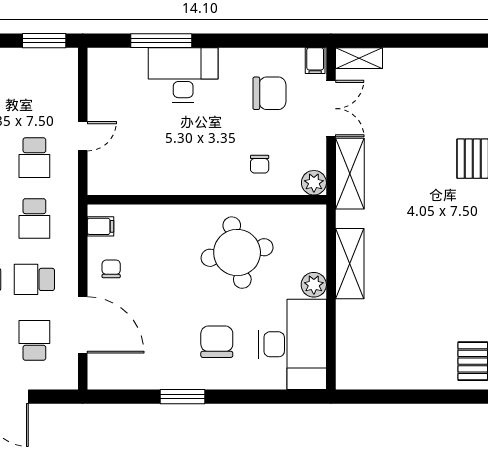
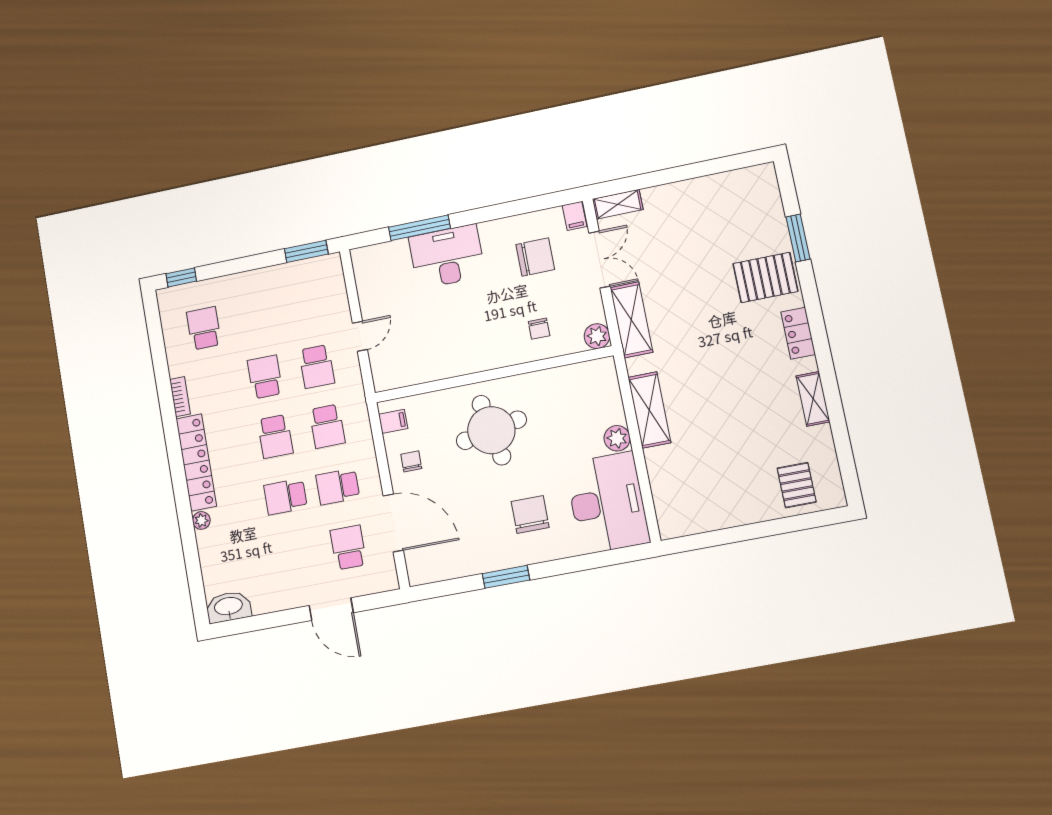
round table: (237, 253) -> (491, 430), moved

